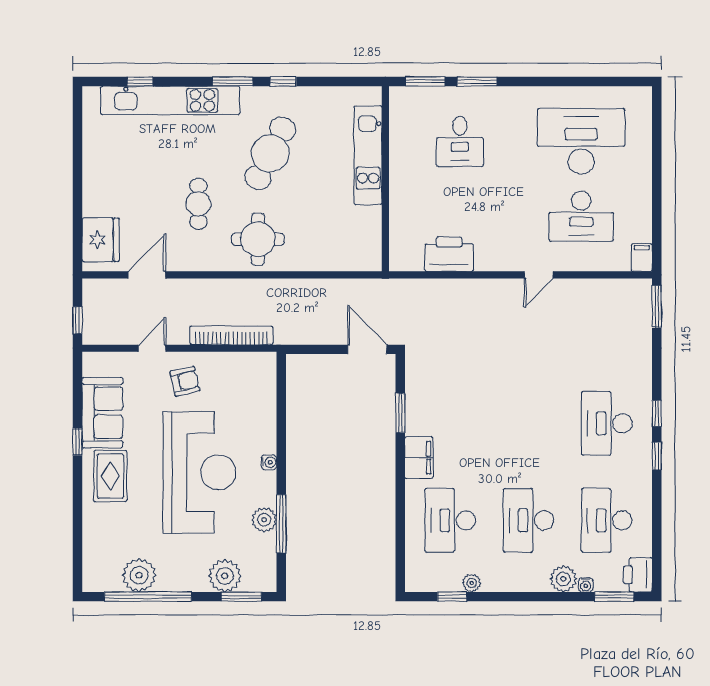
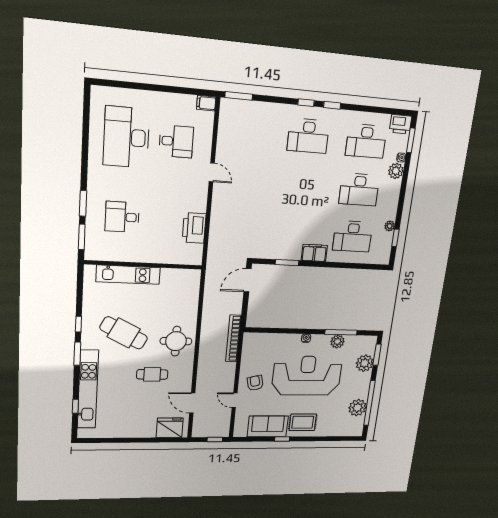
desk: (460, 141) -> (122, 217), turned 180
desk: (581, 216) -> (176, 141), width x0.73
bookcase: (231, 335) -> (233, 338), moved

